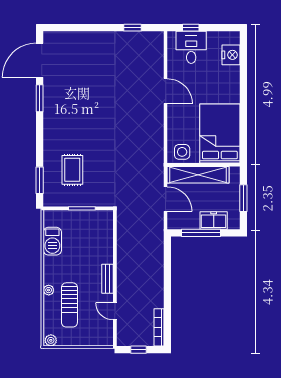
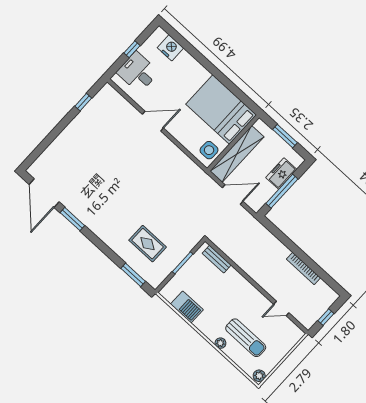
window: (191, 28) -> (132, 49), moved
bench: (108, 279) -> (217, 259), moved
bookcase: (159, 327) -> (303, 268), moved

